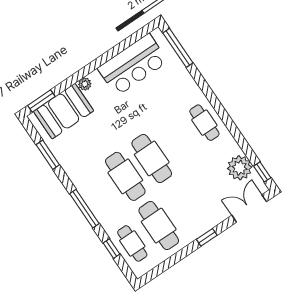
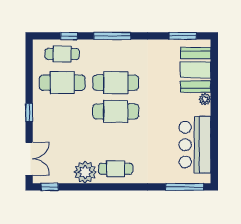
window: (41, 101) -> (214, 58), removed
window: (48, 155) -> (183, 36), moved
plant: (240, 168) -> (85, 172), moved

